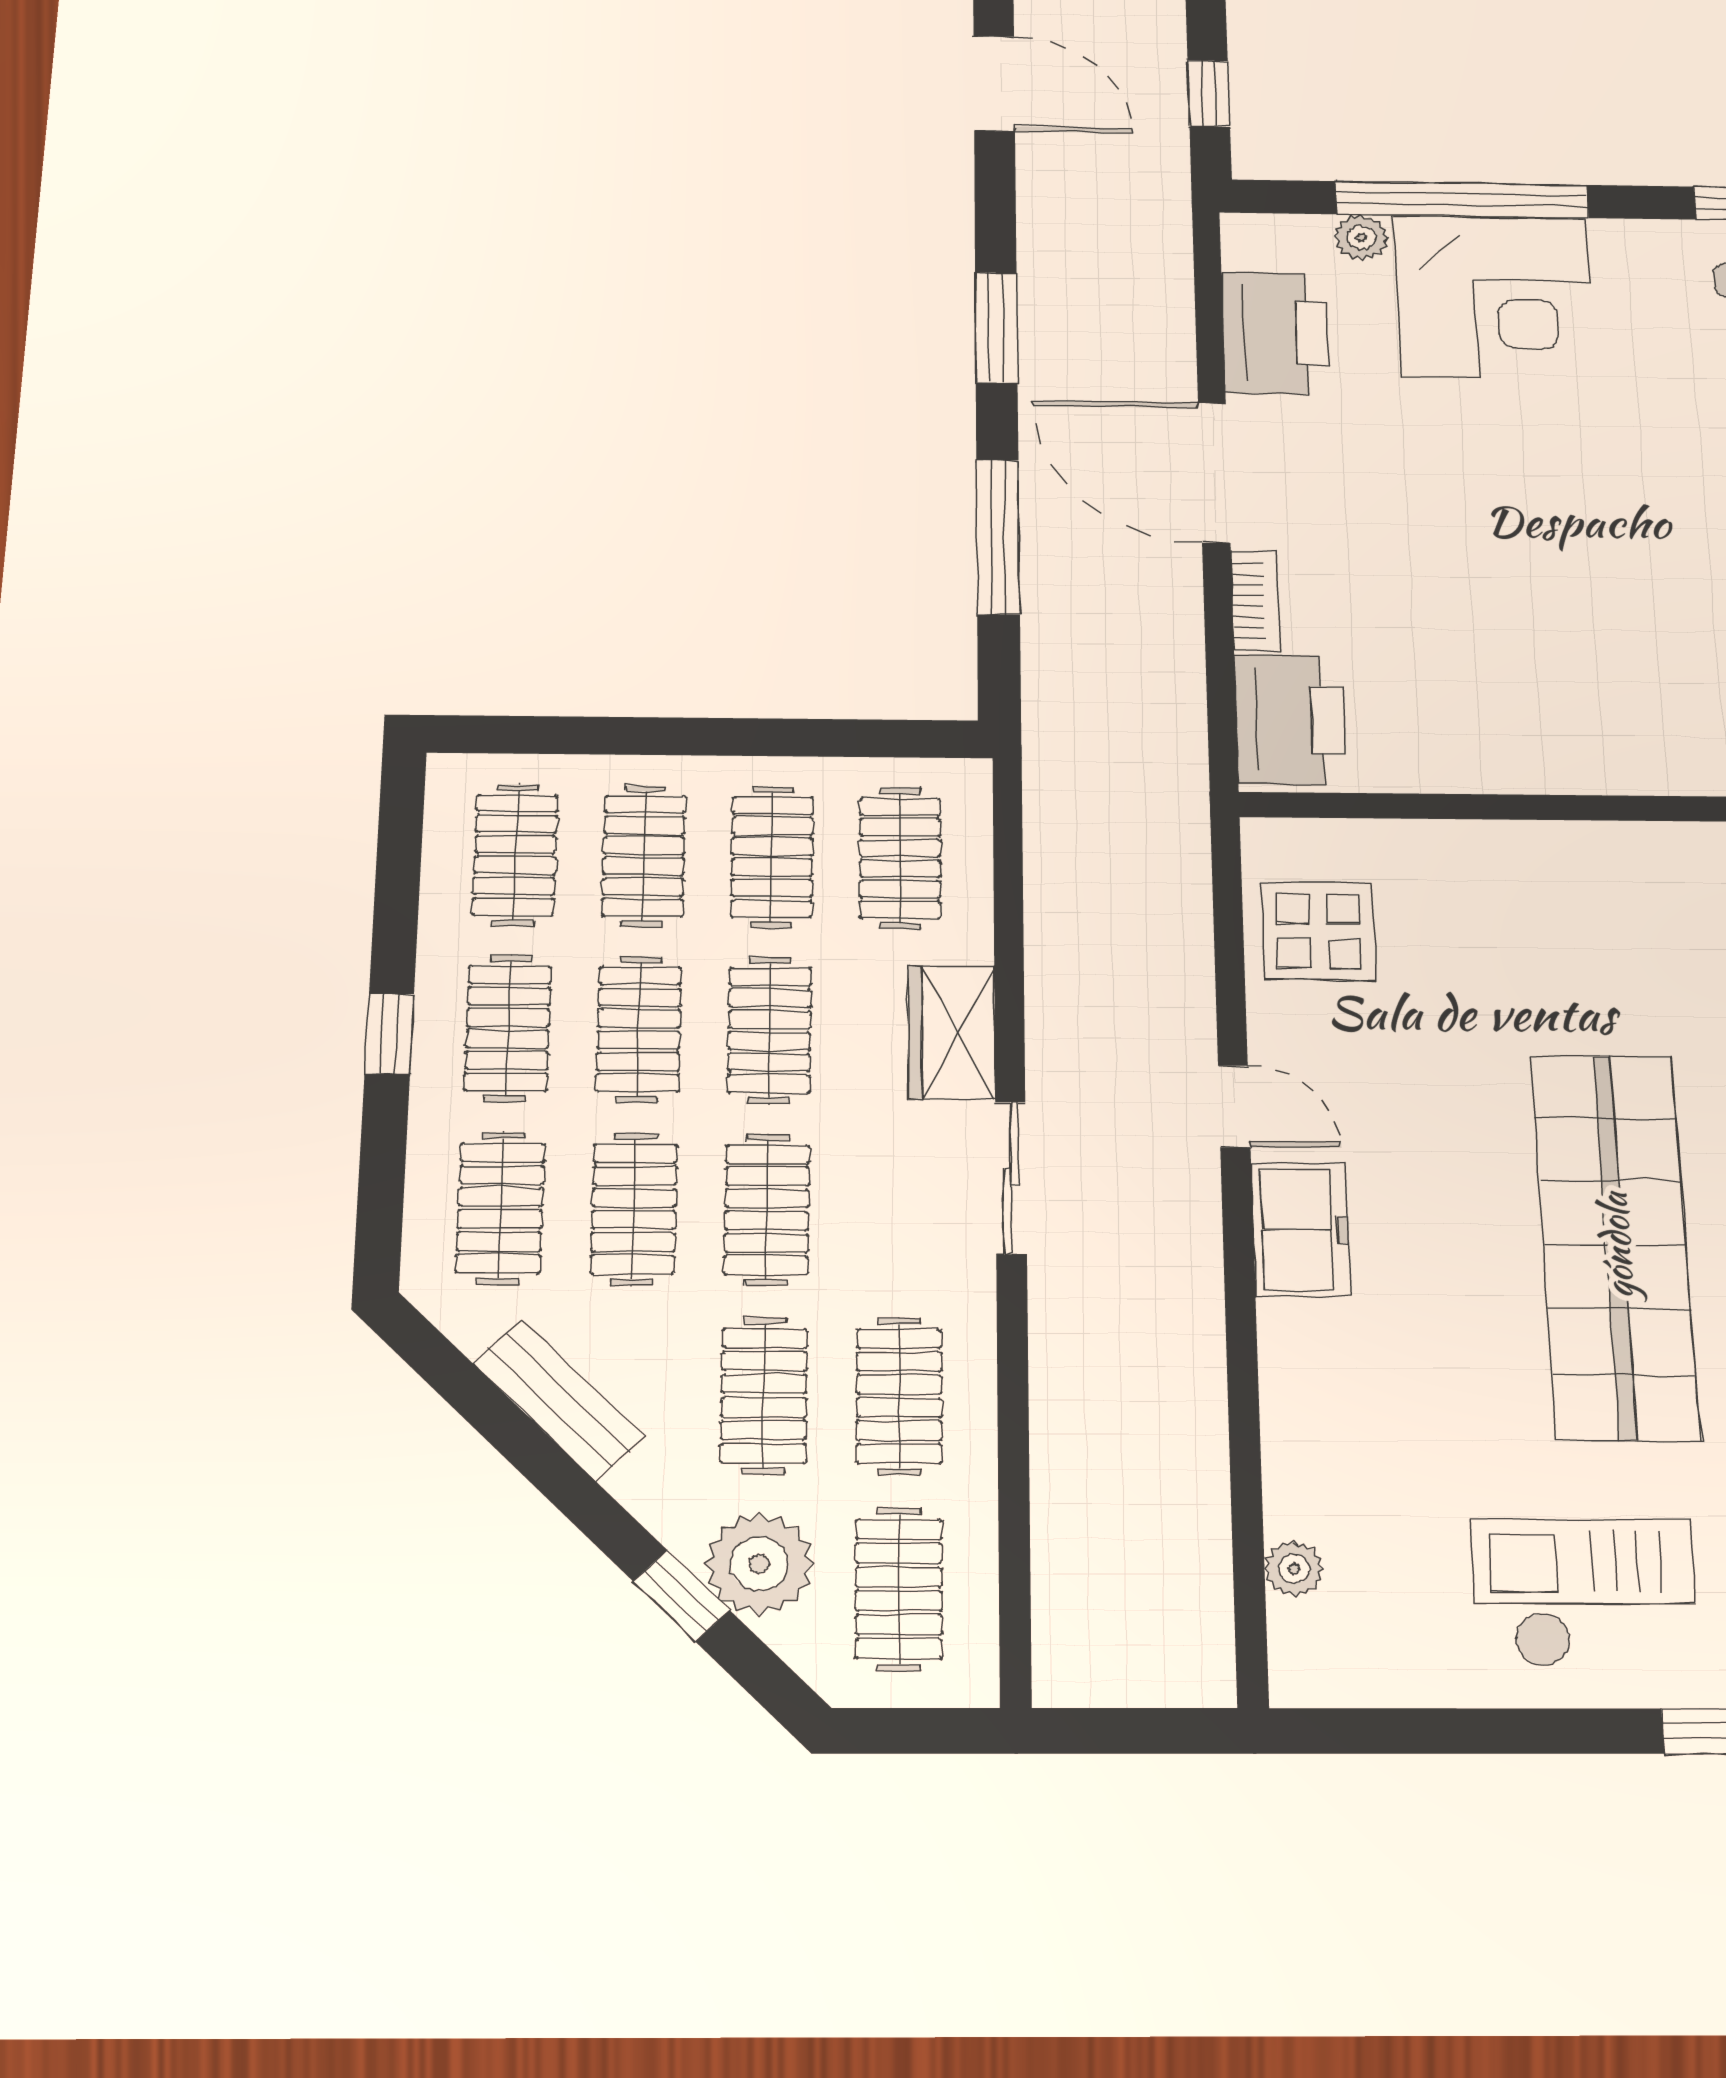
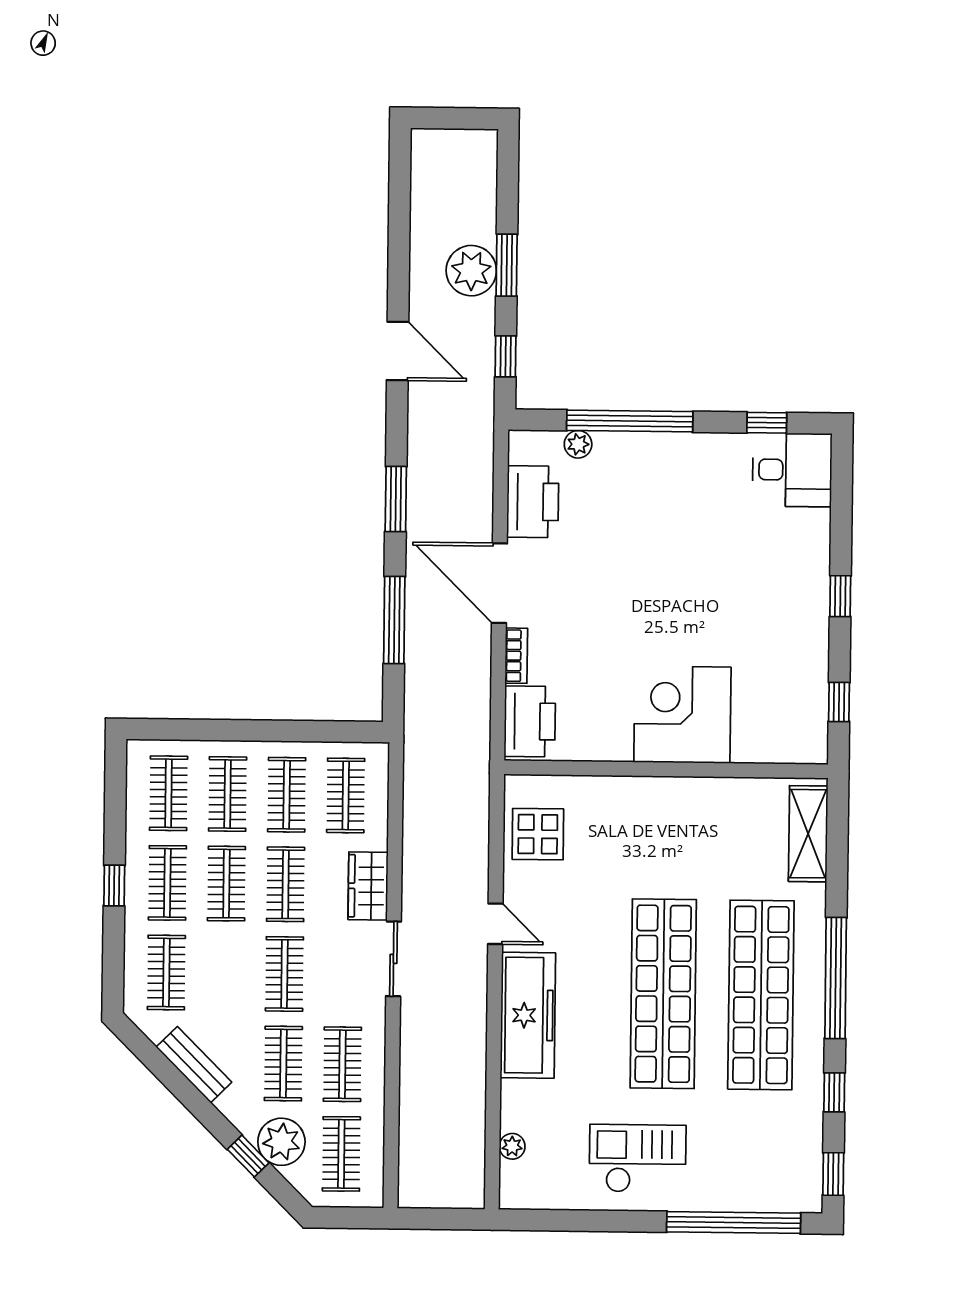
corner desk: (1494, 296) -> (682, 715), moved, turned 180
clothes rail: (634, 1209) -> (225, 973), removed
freezer: (1301, 1230) -> (528, 1015), width x1.91, depth x1.26

